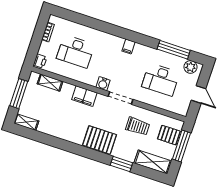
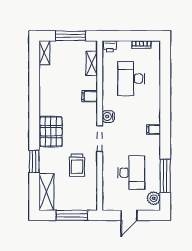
desk: (161, 80) -> (131, 173), turned 180
filing cabinet: (84, 96) -> (90, 96), width x0.50
pallet: (169, 135) -> (79, 199), removed

